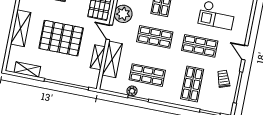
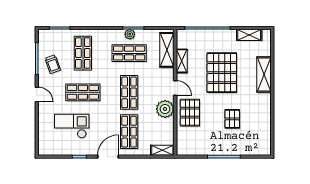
shop shelf: (155, 37) -> (129, 92), turned 90
pallet: (61, 38) -> (222, 73), turned 90
shelving: (112, 59) -> (167, 50), moved
plant: (132, 91) -> (130, 34), moved

